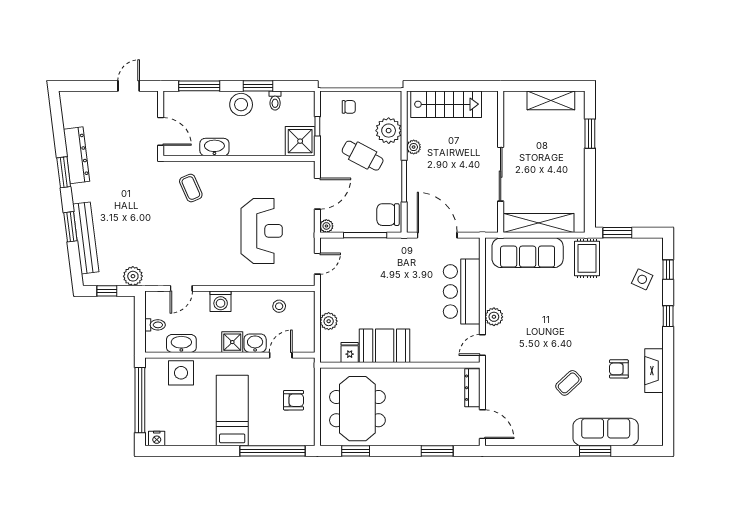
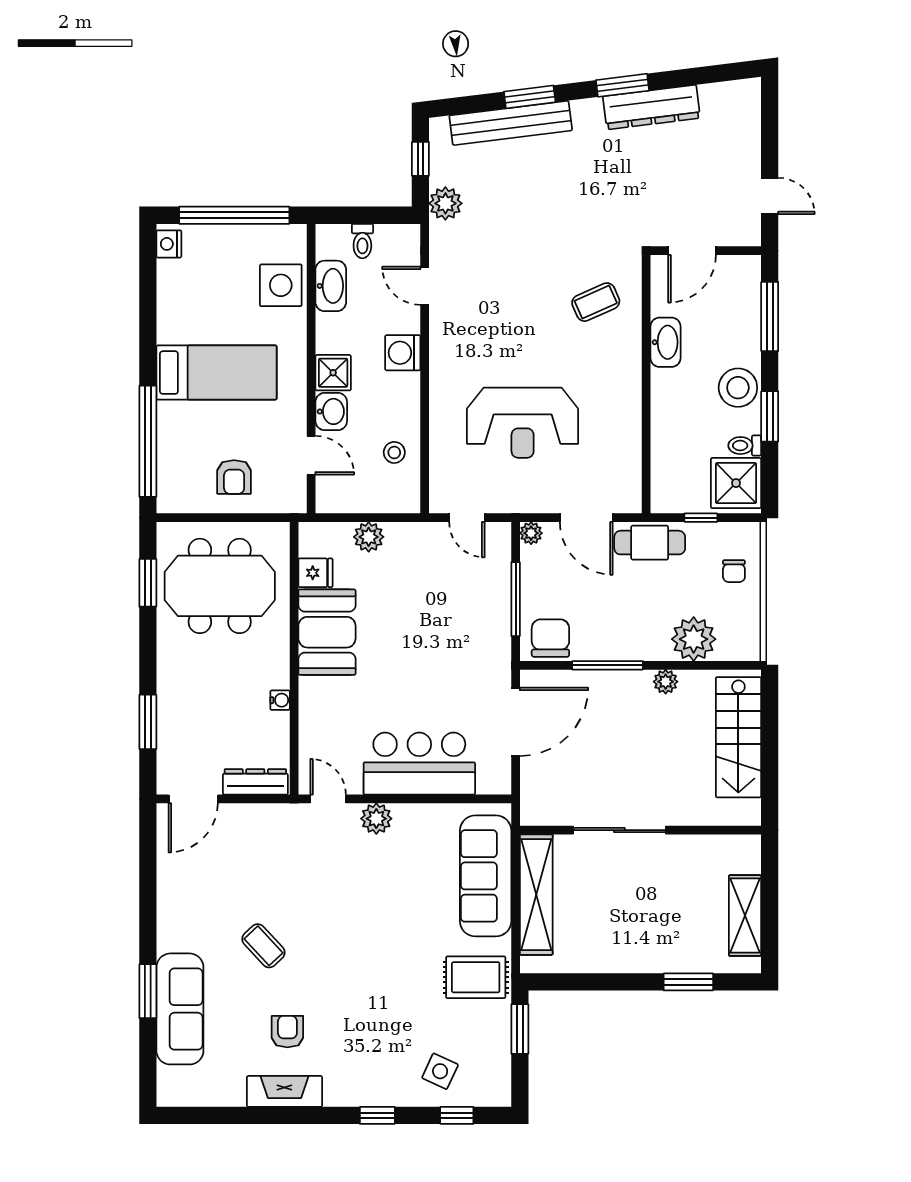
shower: (300, 141) -> (736, 483), moved
cafe table: (363, 156) -> (650, 543), moved, turned 62
water cooler: (424, 373) -> (280, 700), added

